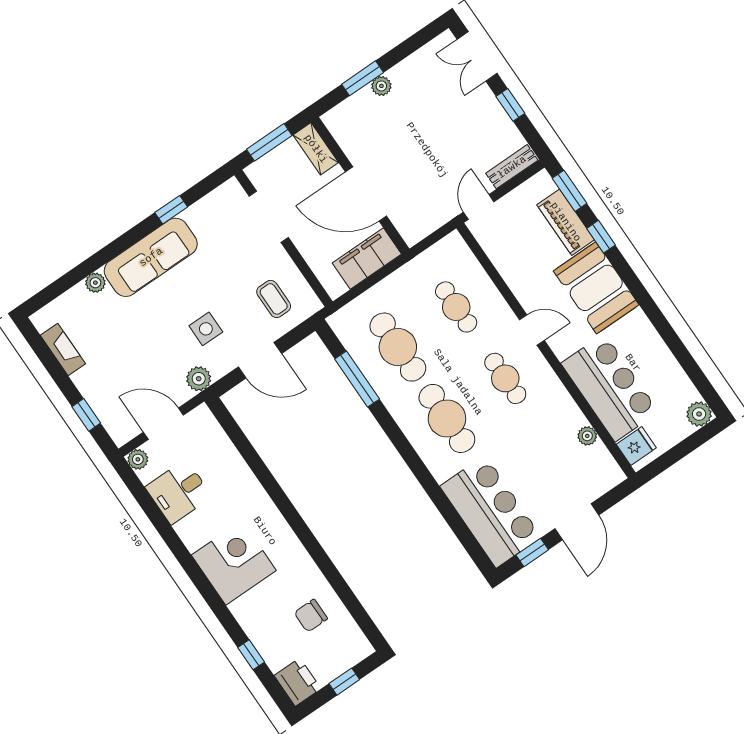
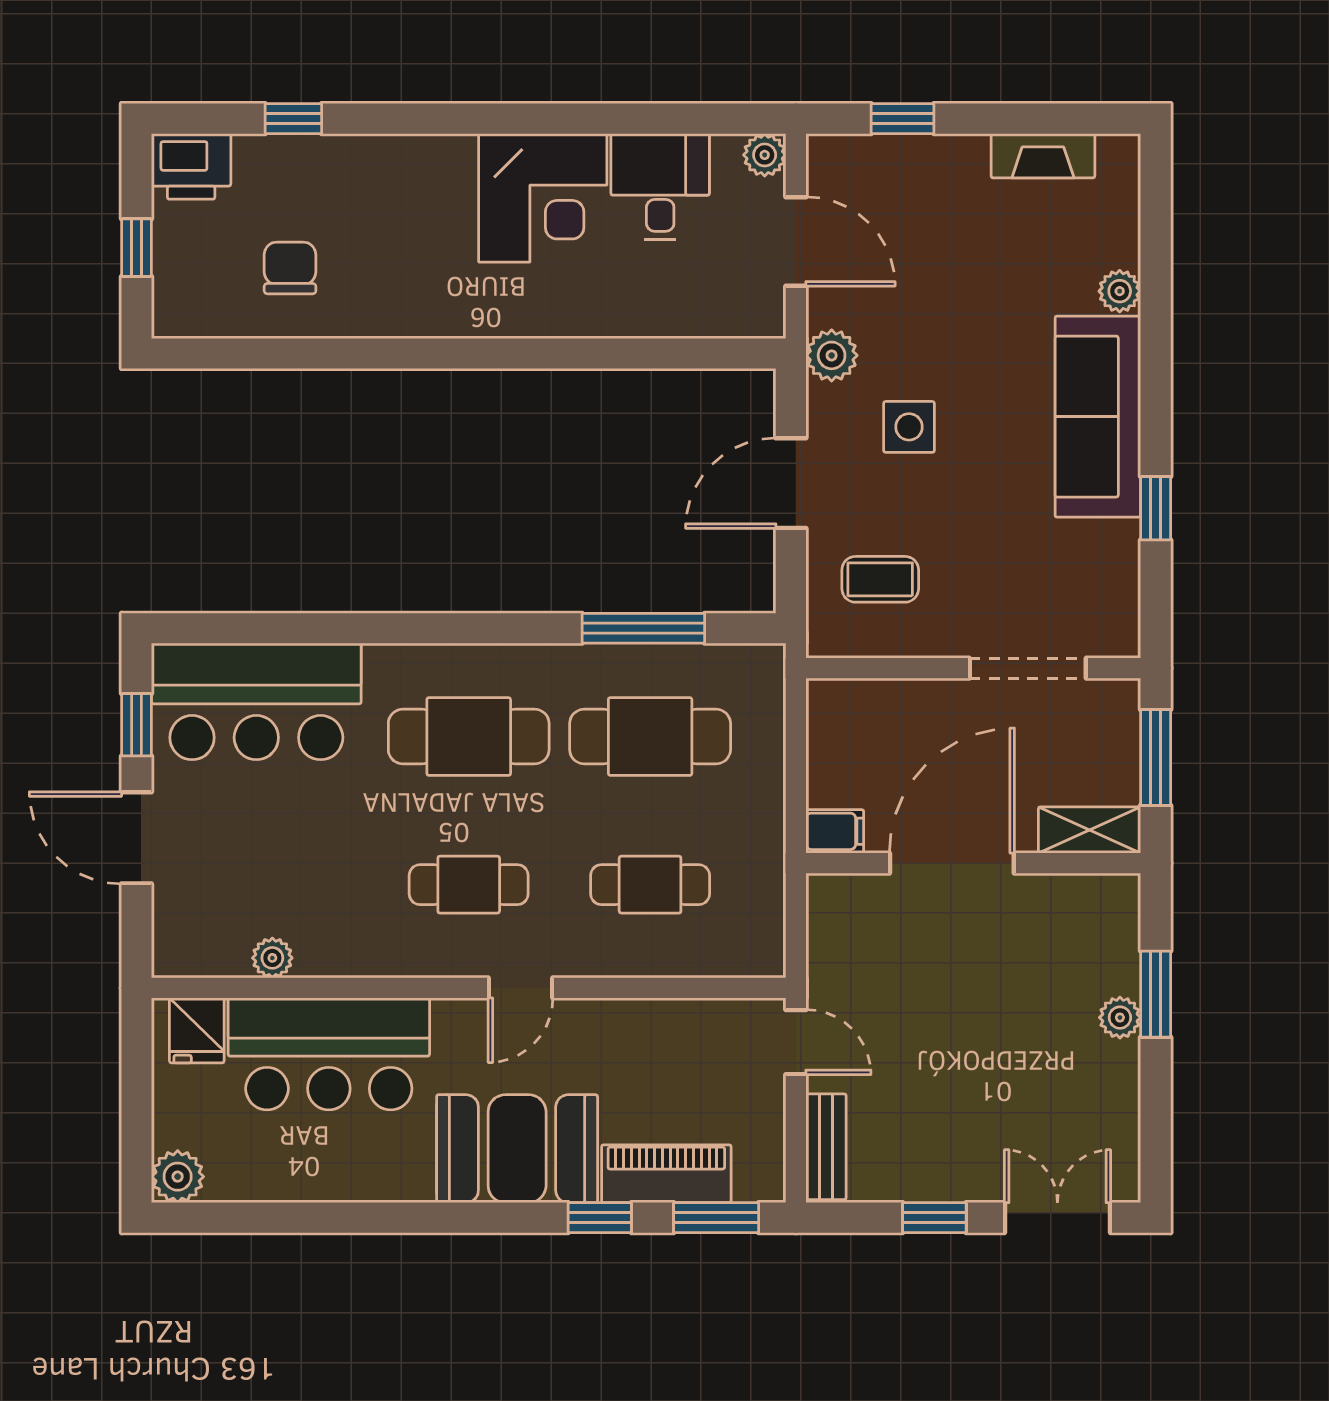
filing cabinet: (367, 258) -> (835, 831), width x0.33, depth x0.86
door: (163, 424) -> (796, 241), hinge flipped
corner desk: (234, 563) -> (543, 198), moved

